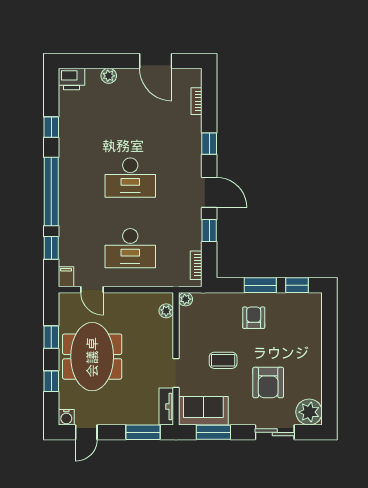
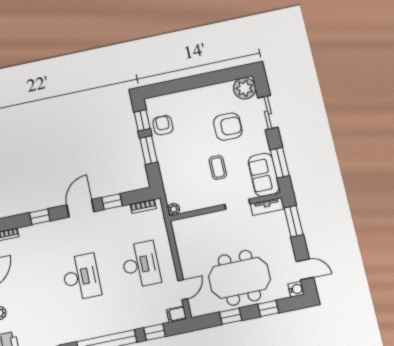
plant: (166, 311) -> (187, 223), removed
armchair: (254, 318) -> (163, 125), moved, turned 90

